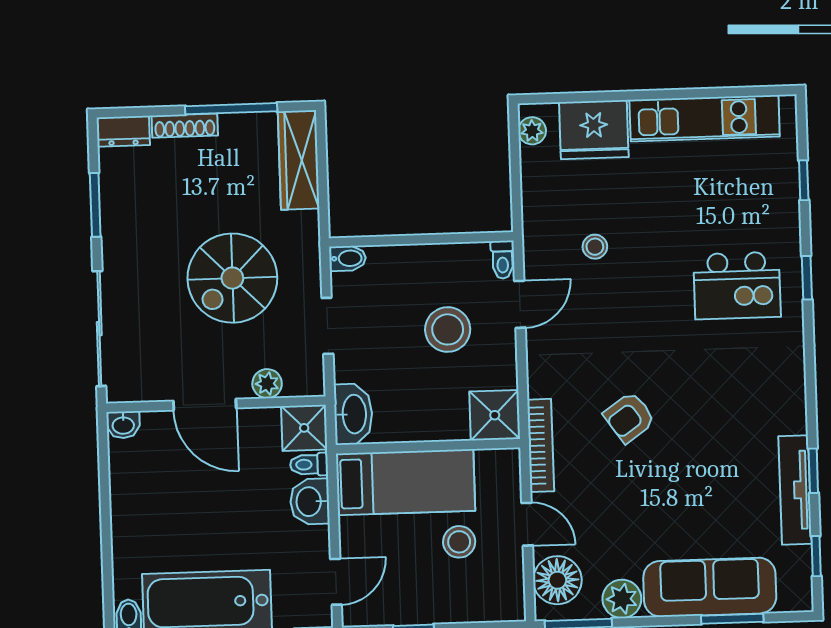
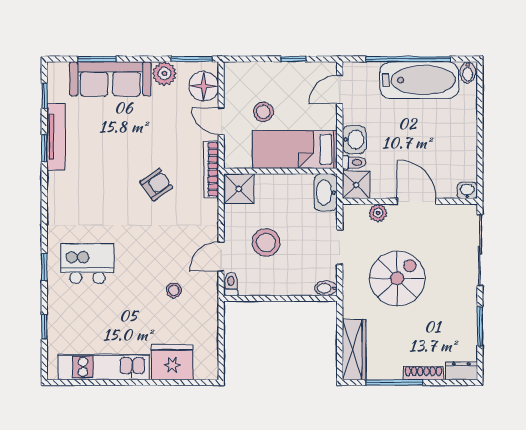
plant: (532, 131) -> (210, 363), removed

